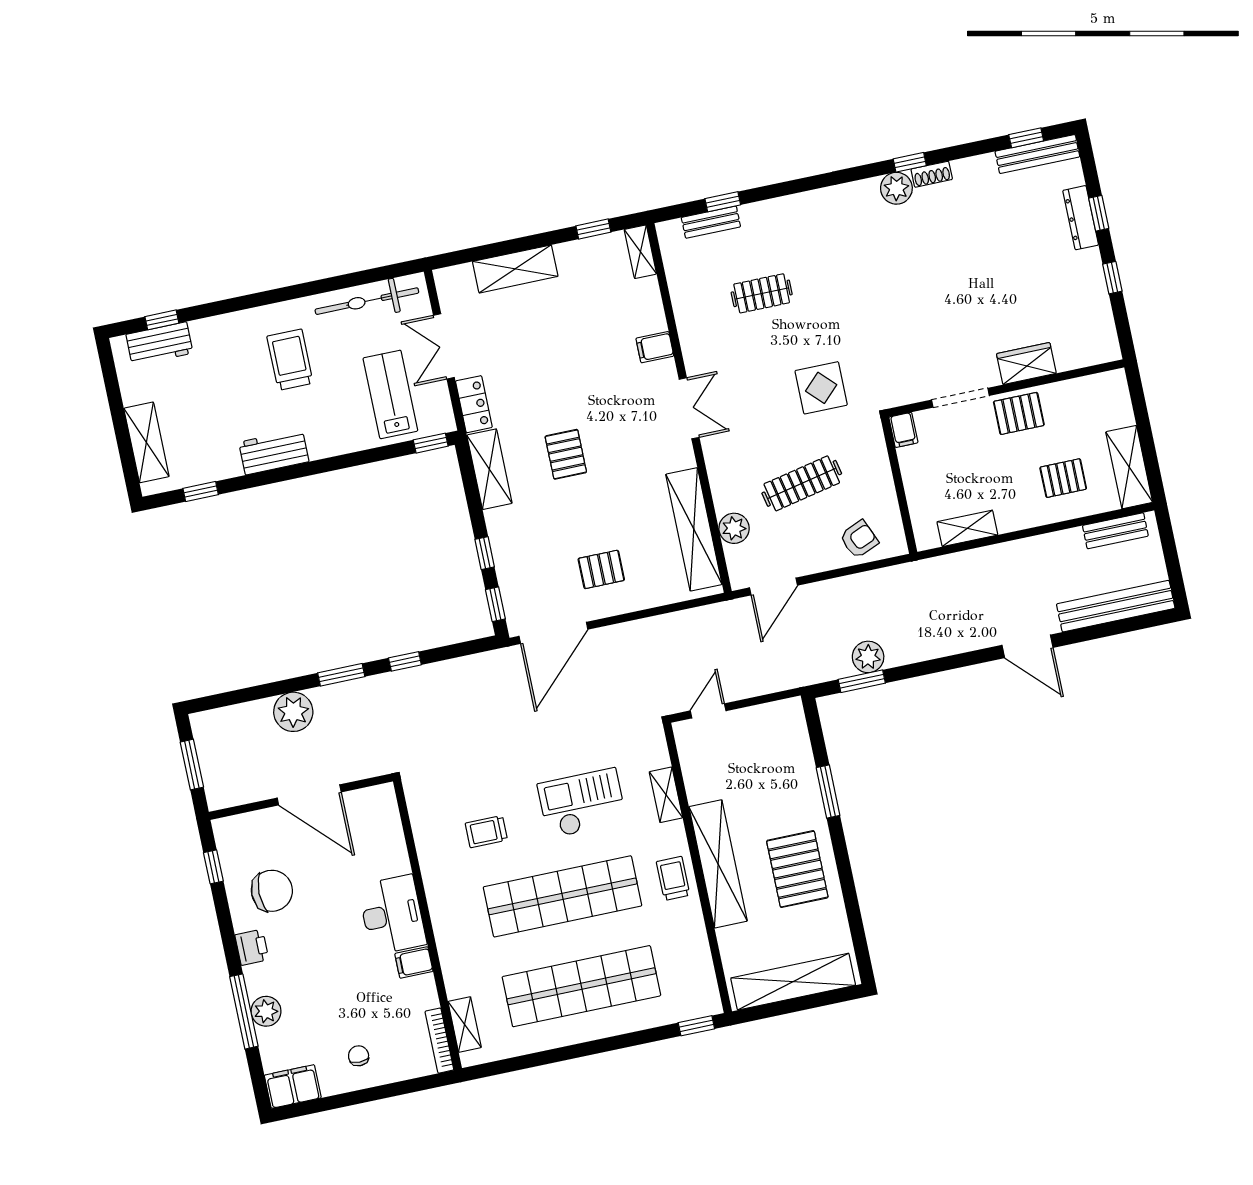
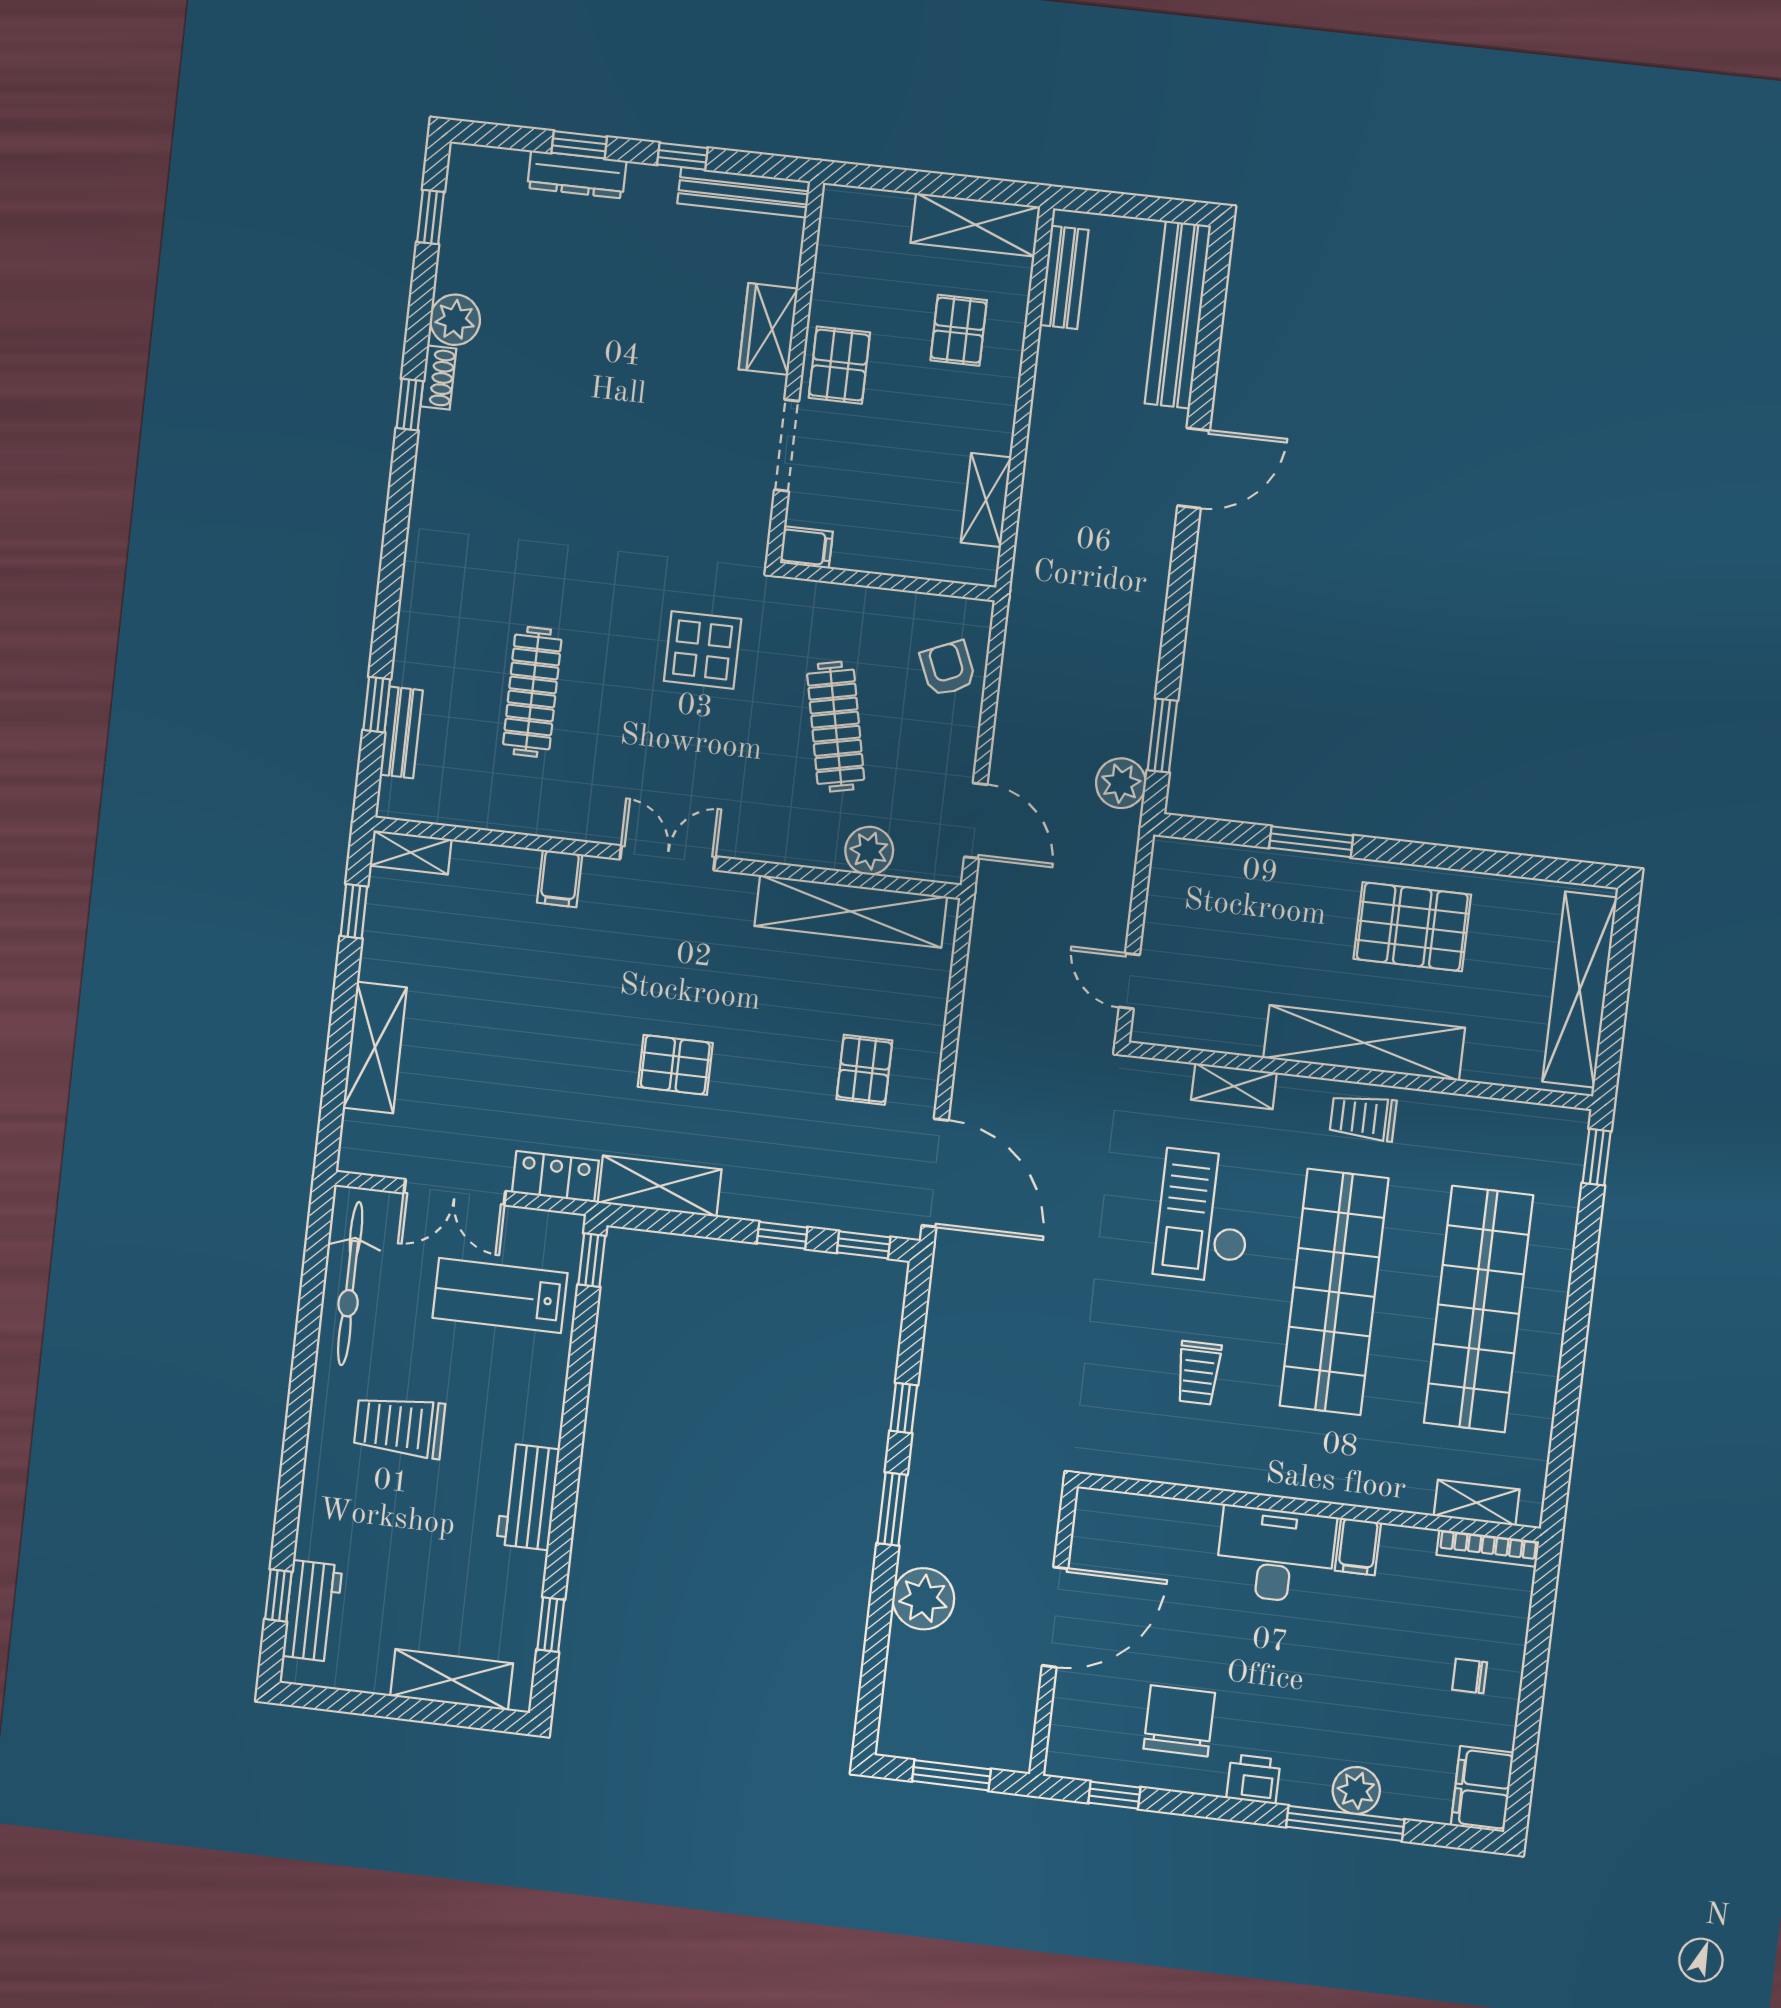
bench: (1037, 154) -> (744, 192), moved, turned 90
plant: (896, 188) -> (455, 320), moved
clothes rail: (762, 293) -> (532, 692), width x1.36
plant: (868, 657) -> (1121, 783), moved

